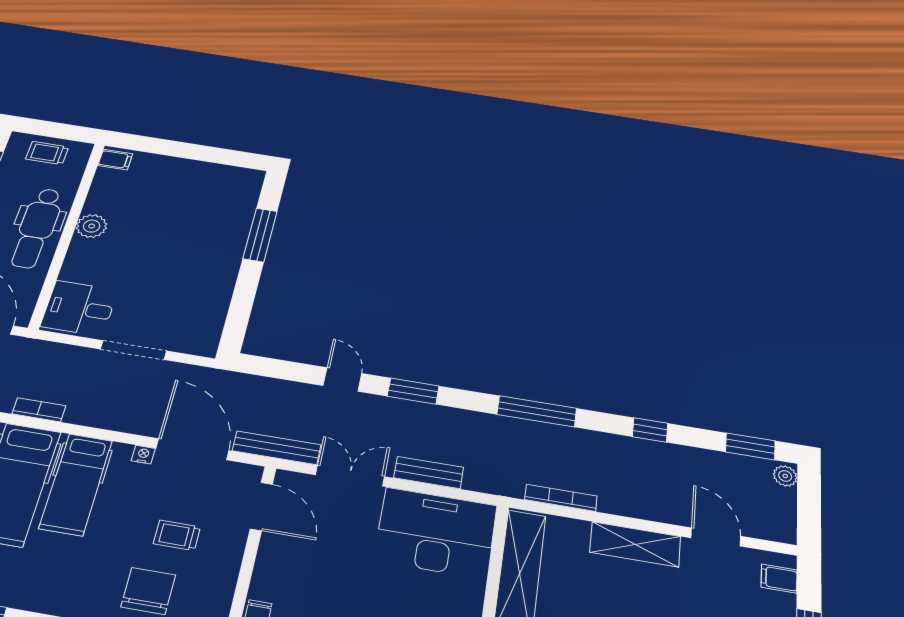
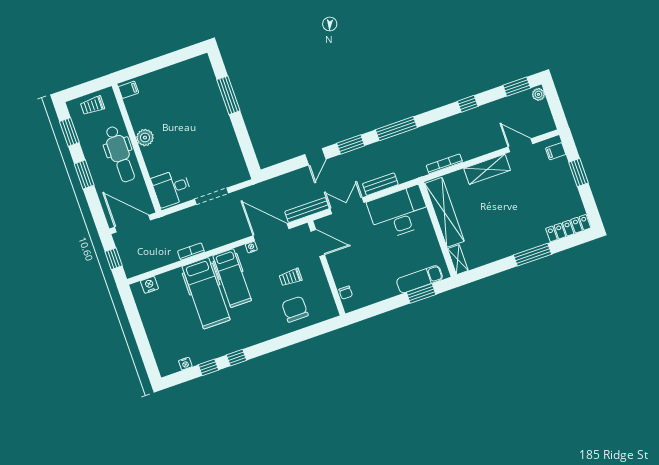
door: (343, 380) -> (315, 157), swing flipped
window: (537, 411) -> (396, 129), moved

